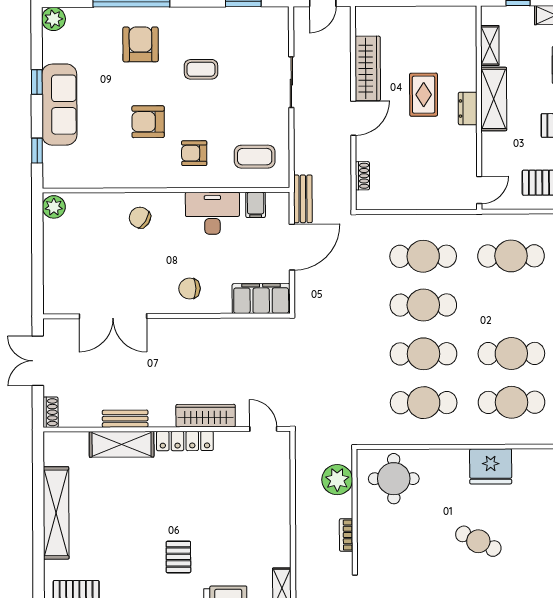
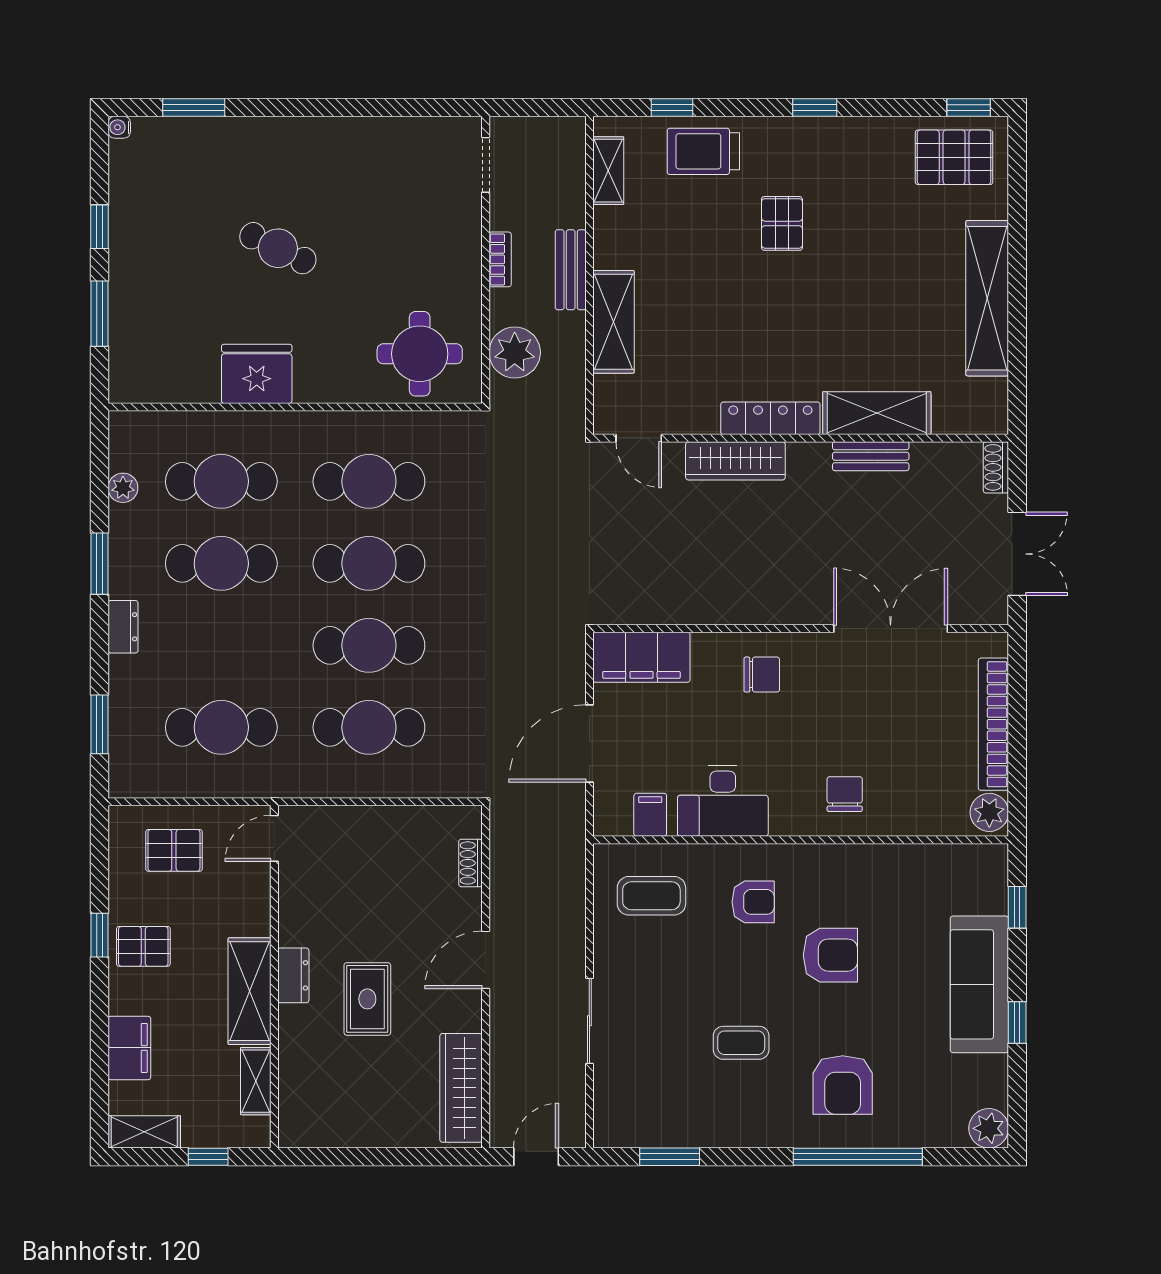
wardrobe: (368, 68) -> (461, 1088), moved
bench: (303, 199) -> (571, 270), moved
chair: (140, 218) -> (845, 794), turned -122
bookcase: (52, 259) -> (993, 724), added
shelving: (278, 498) -> (614, 322), added

